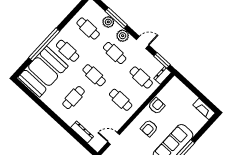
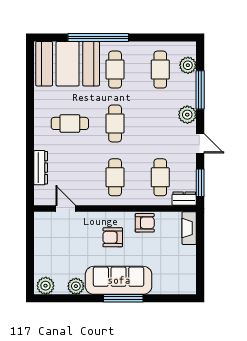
plant: (108, 22) -> (188, 65), moved
cafe table: (115, 53) -> (160, 123), removed
fireplace: (204, 109) -> (189, 228), moved

